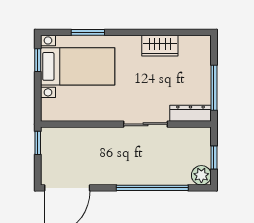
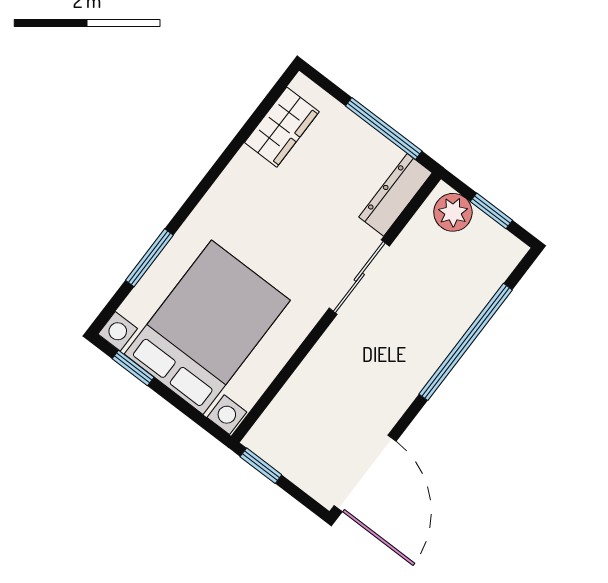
wardrobe: (160, 46) -> (282, 127), moved
bed with nightstands: (78, 66) -> (207, 327), width x1.36
plant: (201, 175) -> (453, 212), moved

